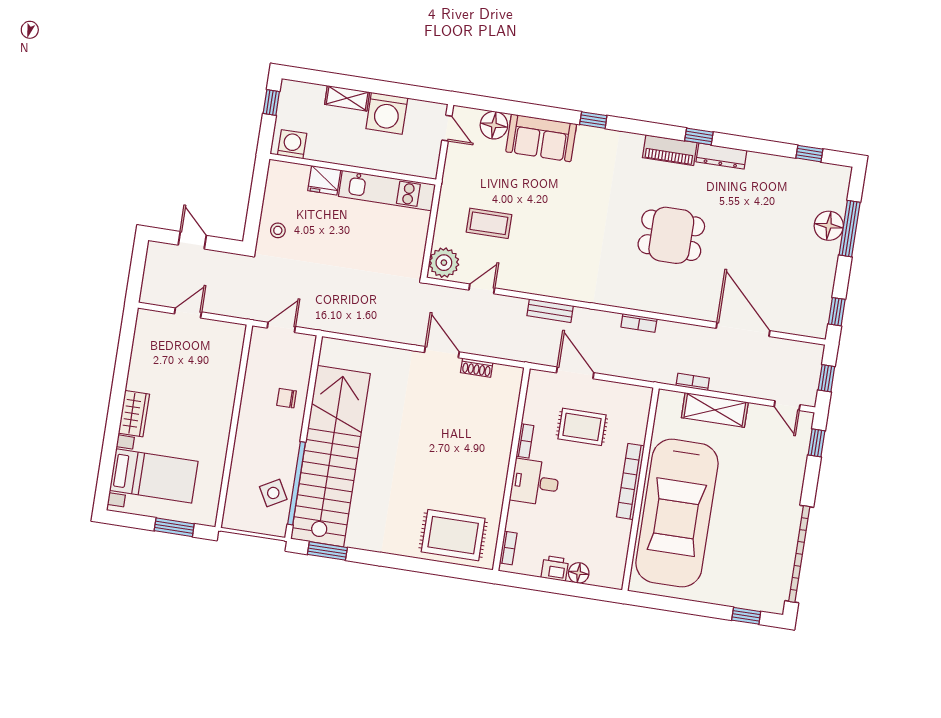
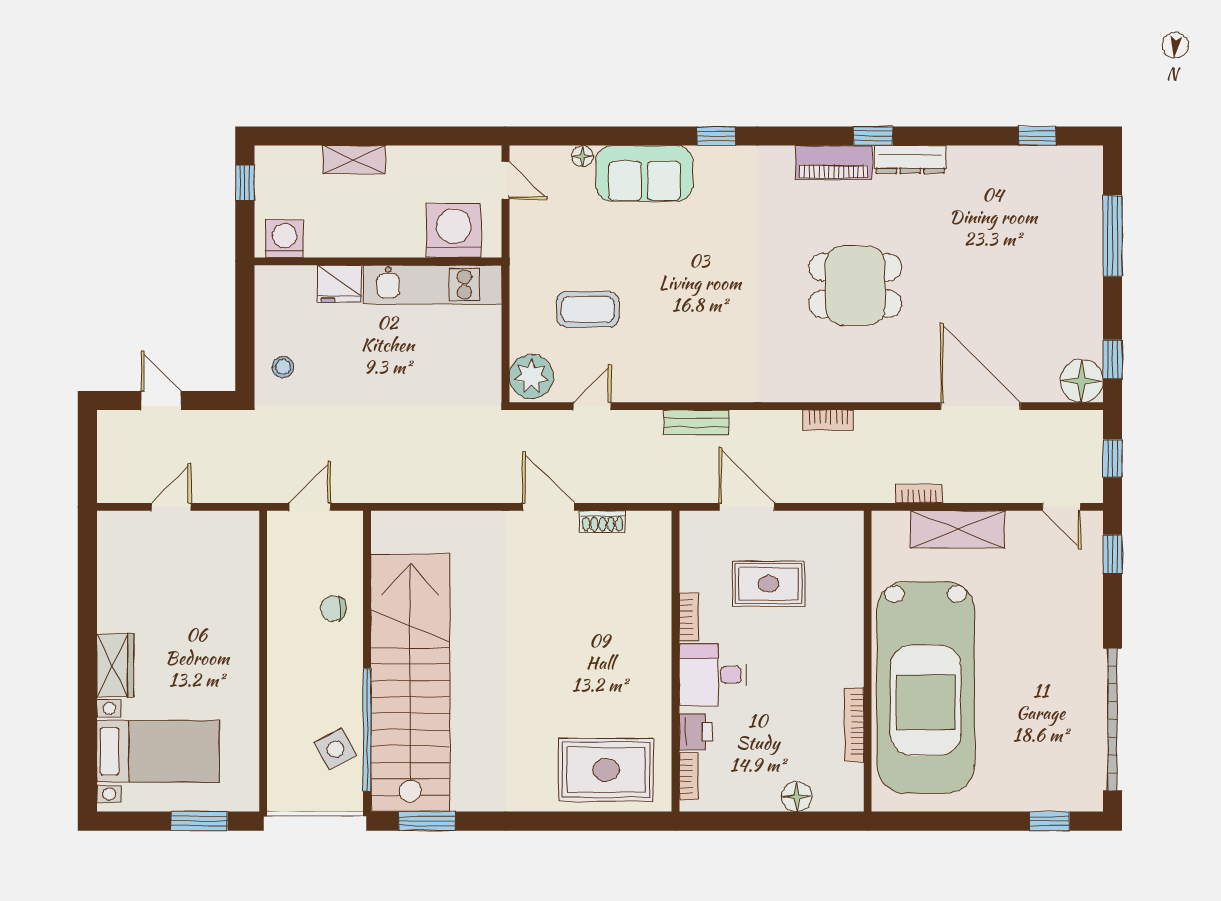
washing machine: (387, 113) -> (454, 230), moved, turned 180
floor lamp: (494, 125) -> (583, 156), width x0.53, depth x0.53
floor lamp: (829, 226) -> (1082, 381), moved
bookcase: (631, 481) -> (854, 725), moved, width x0.68, depth x0.76
printer: (555, 568) -> (696, 732), moved, turned 90

